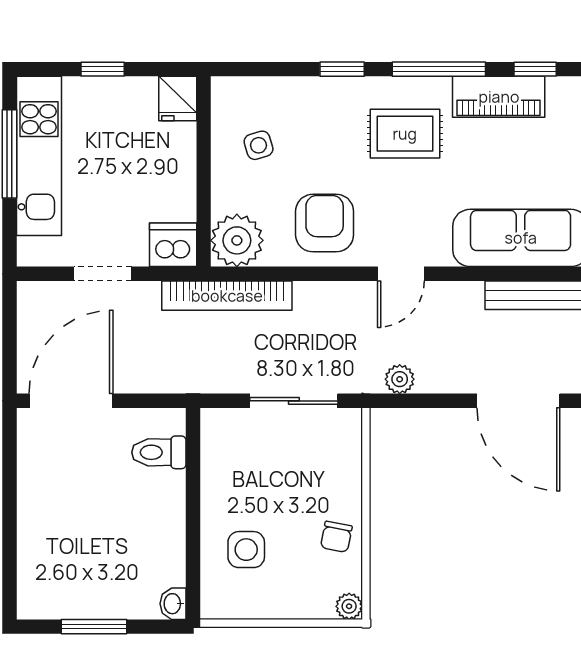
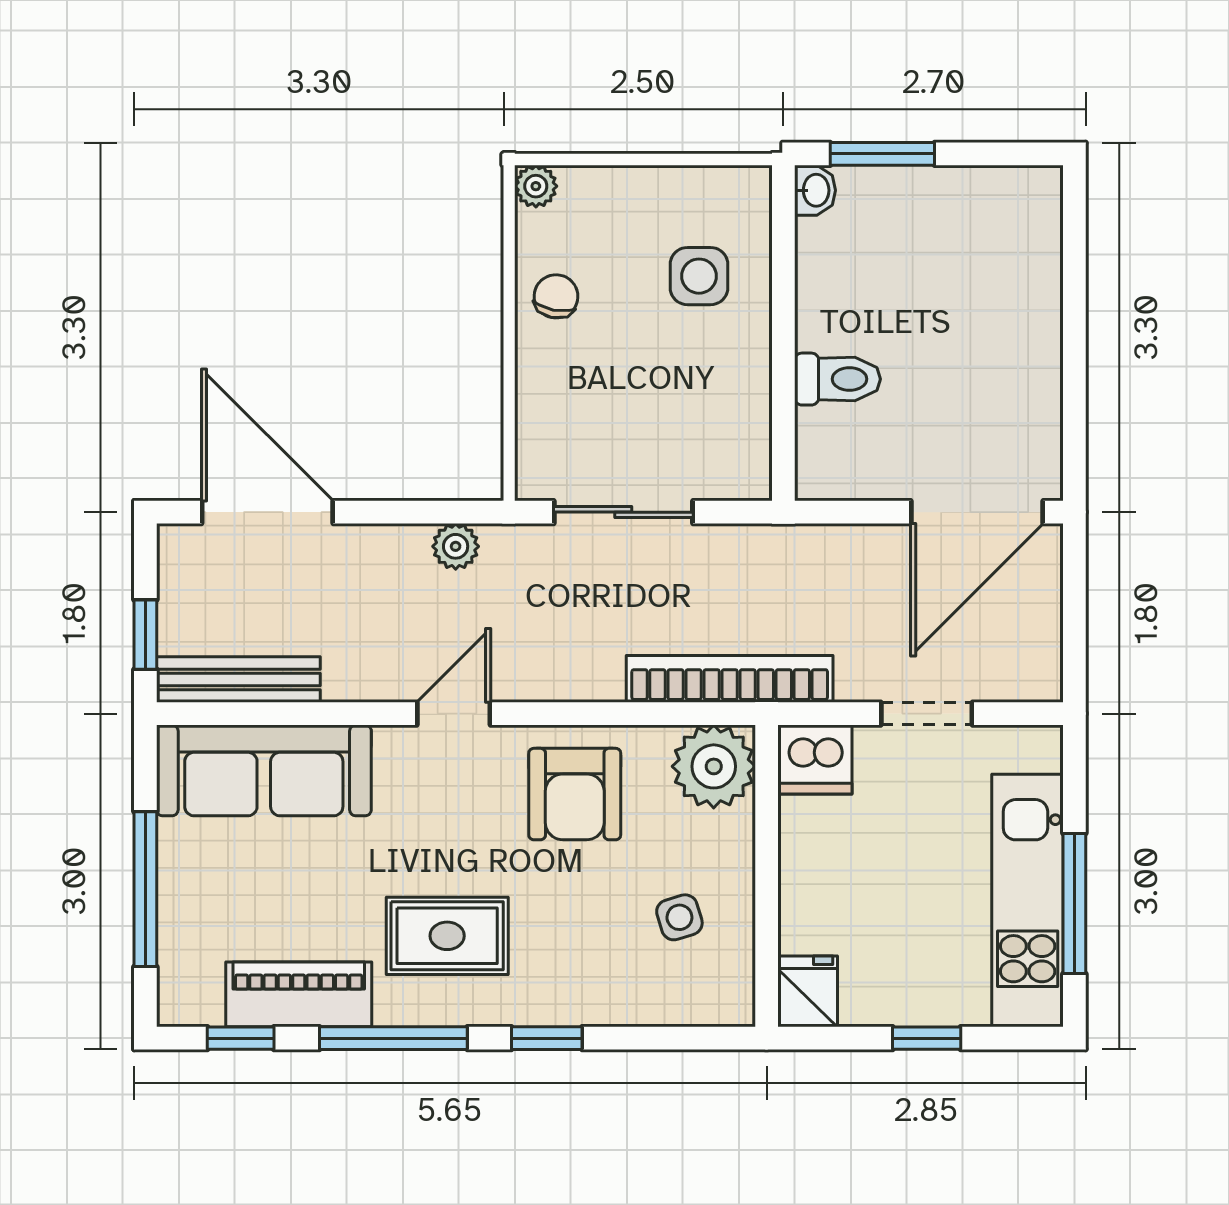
toilet: (159, 452) -> (837, 379), moved
window: (94, 627) -> (882, 154), moved

